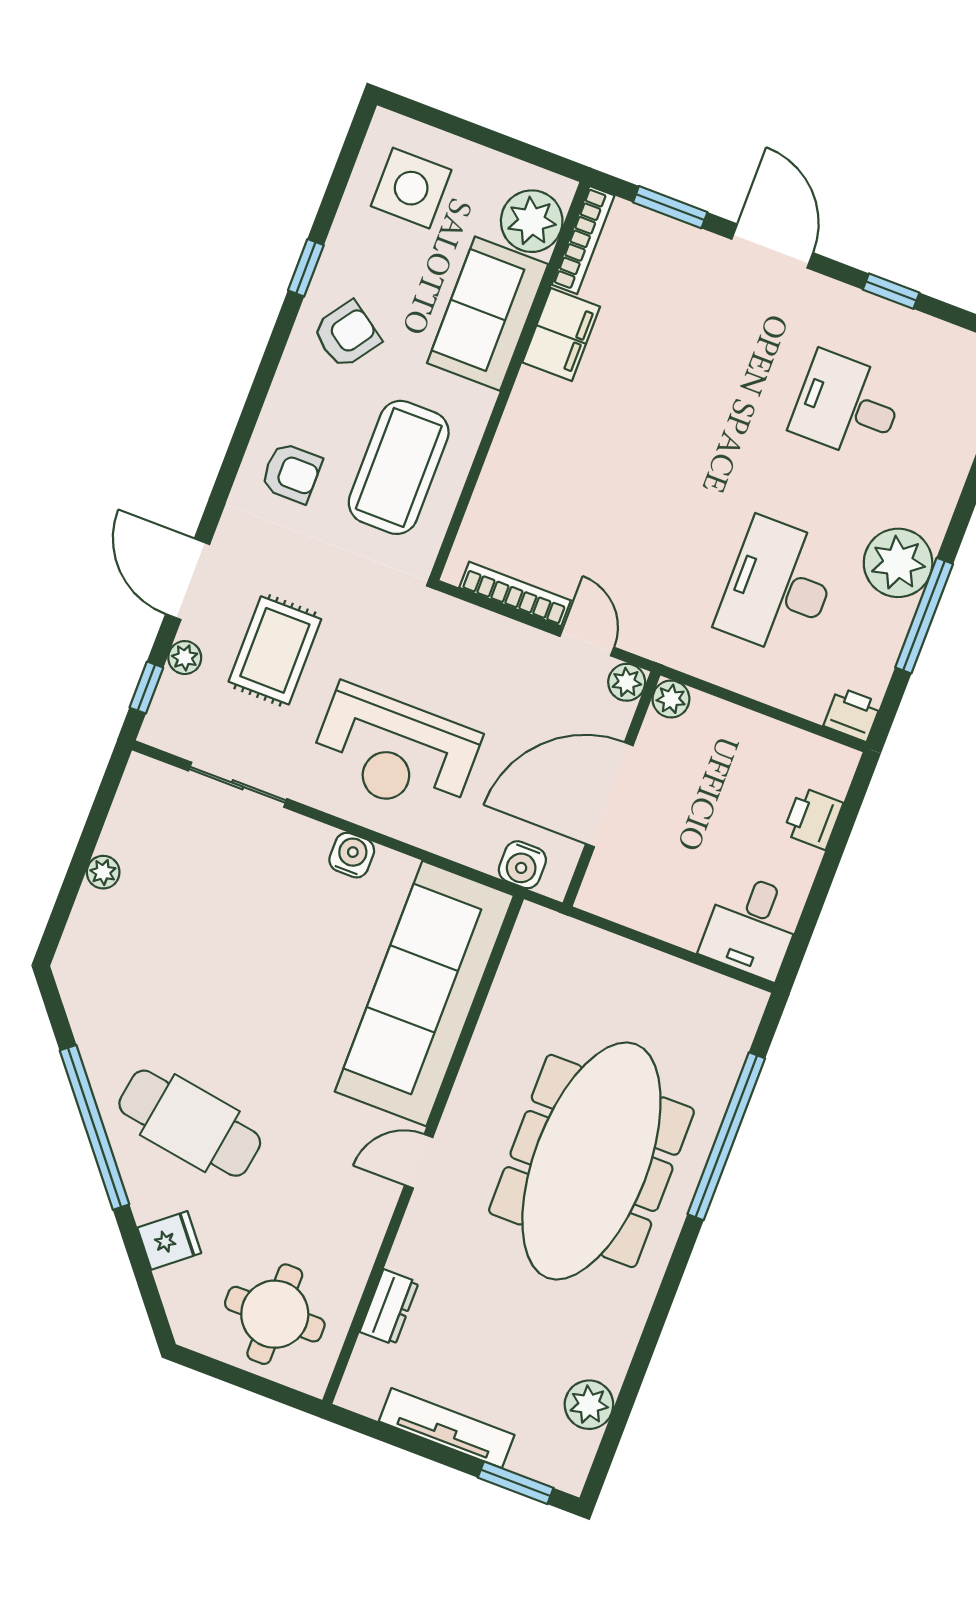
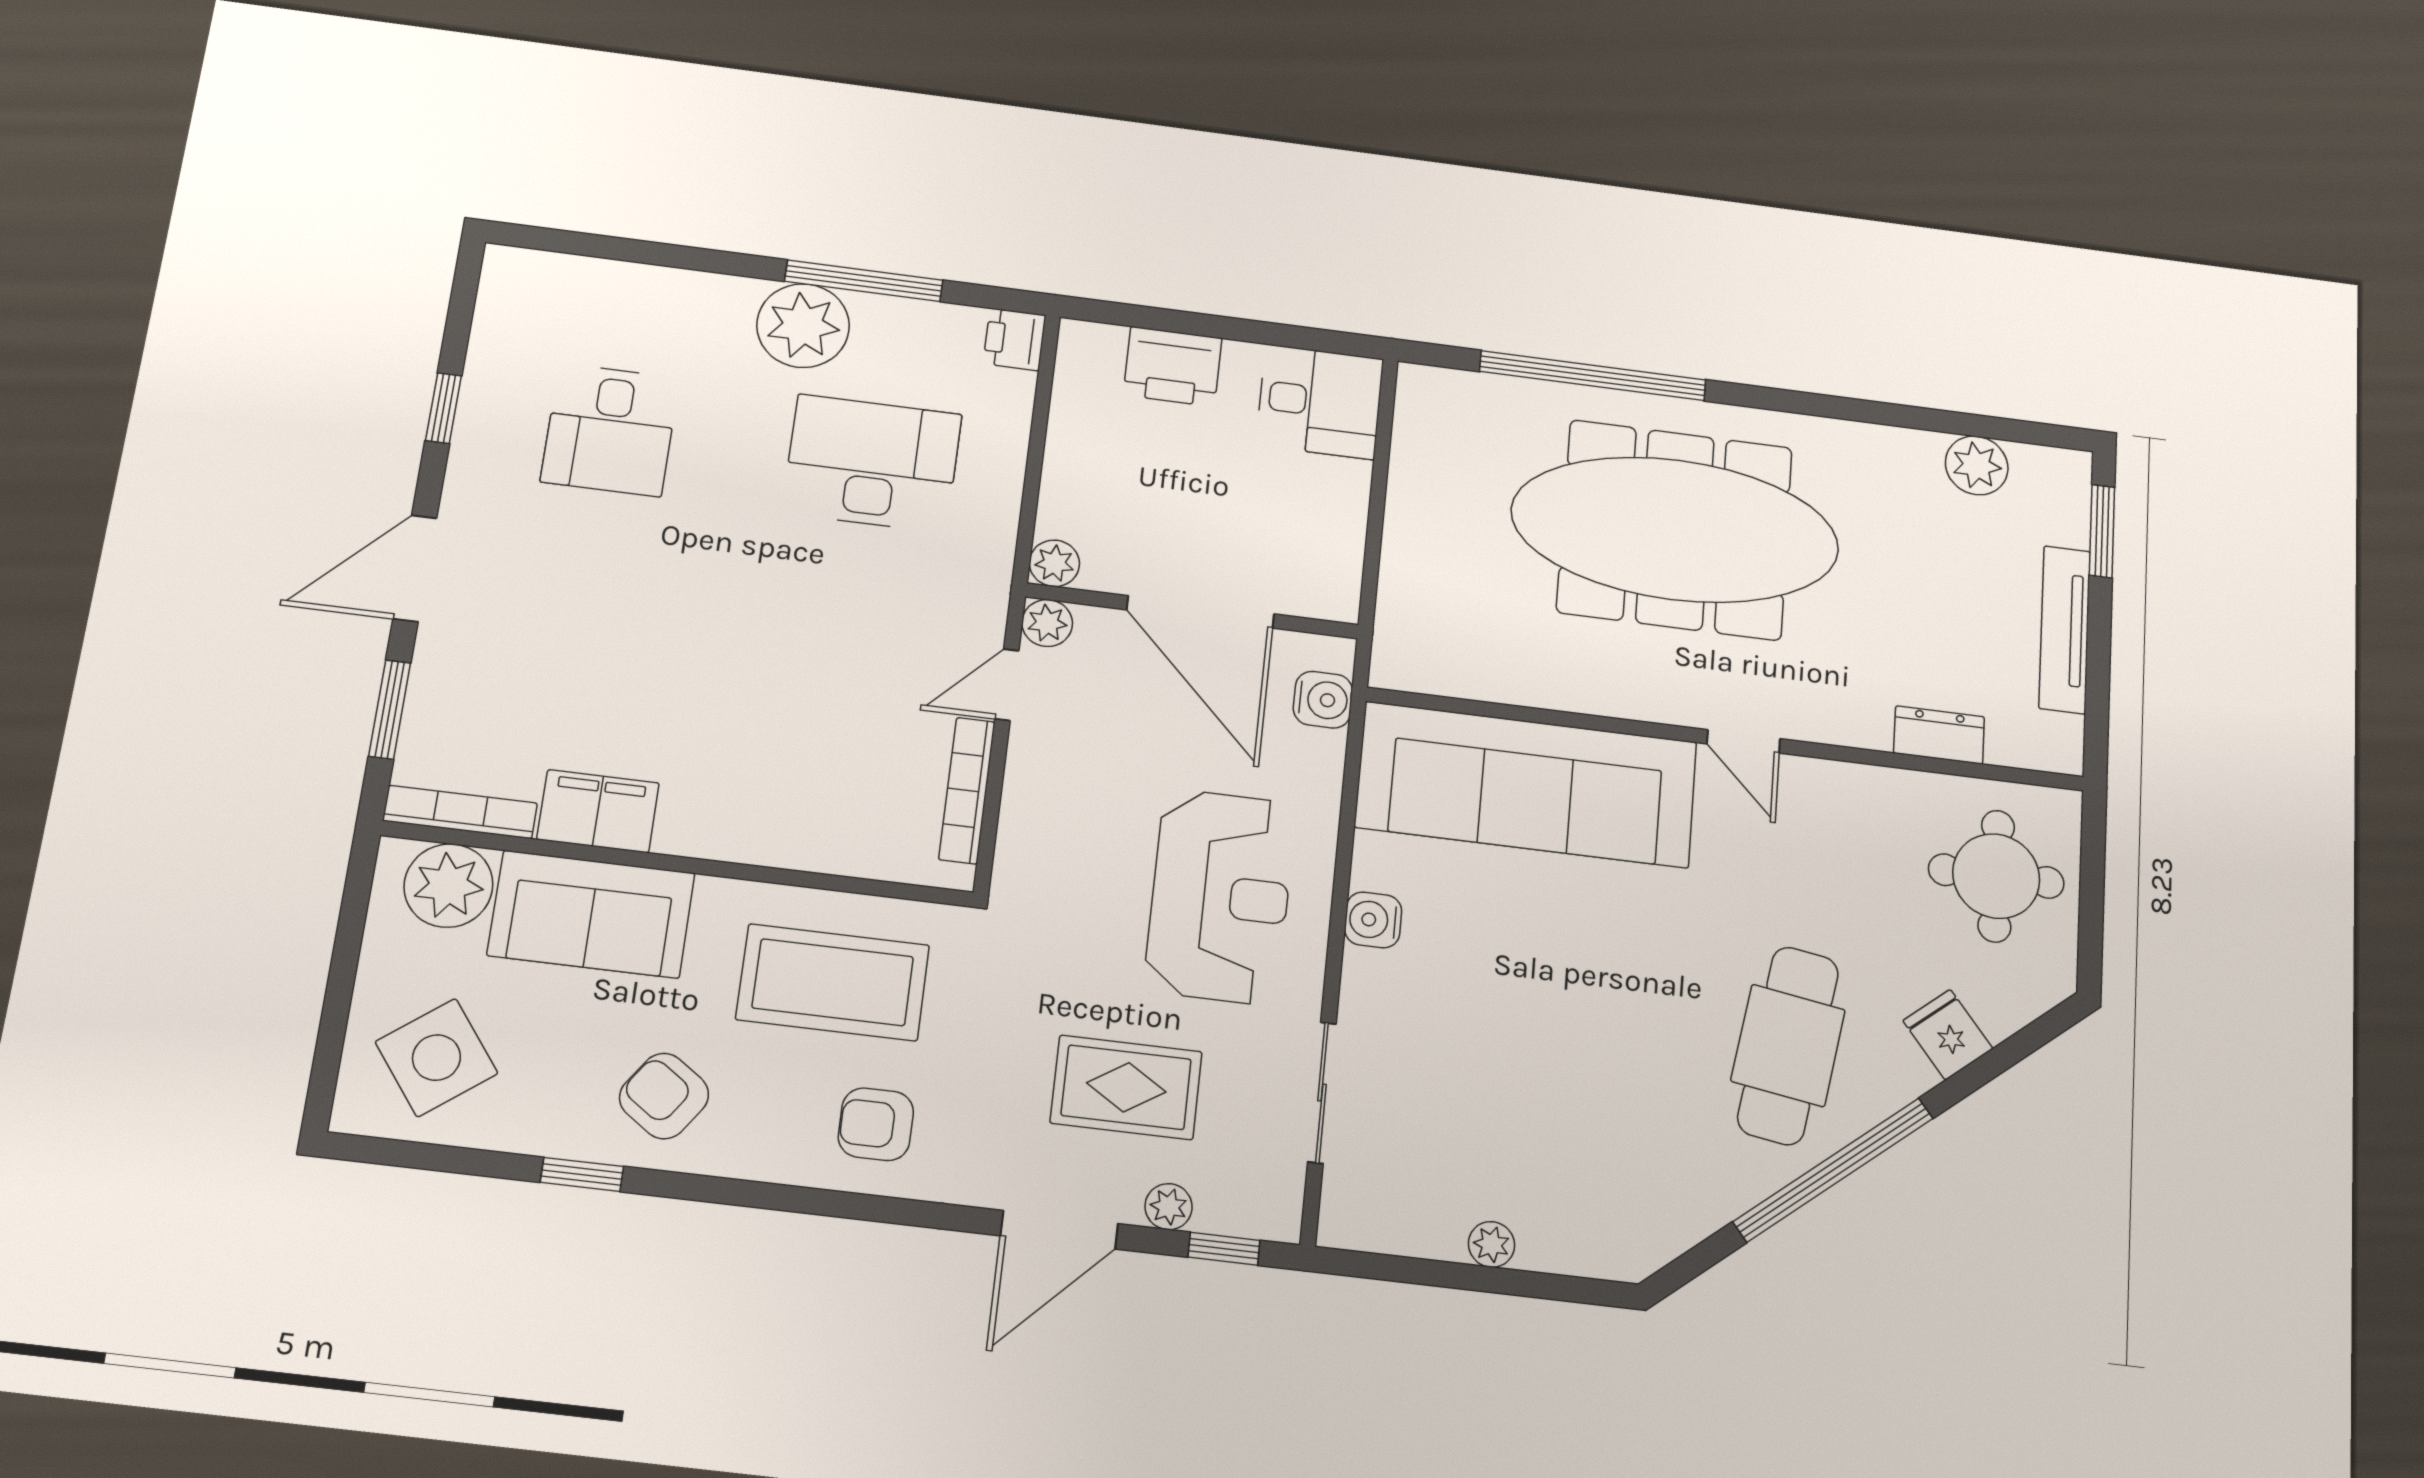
side table: (411, 188) -> (436, 1058), turned -37
armchair: (291, 473) -> (876, 1124), turned -90
desk: (778, 587) -> (872, 463), turned 180
printer: (813, 818) -> (1173, 366), width x1.36, depth x1.24

